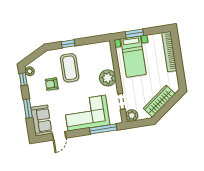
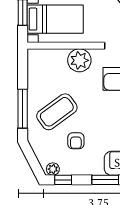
window: (68, 44) -> (23, 109), width x2.17
coffee table: (70, 68) -> (57, 112), turned -36

